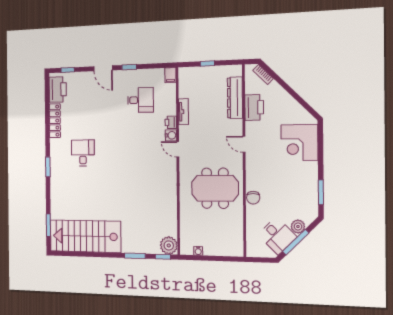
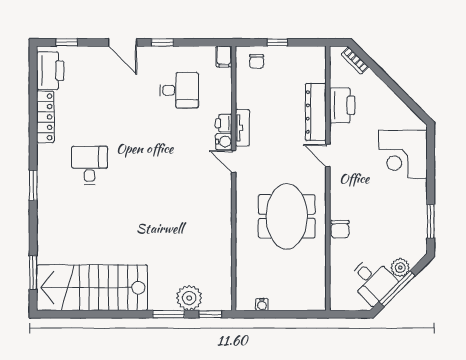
chair: (193, 78) -> (257, 61), added
dresser: (235, 98) -> (316, 112), moved
tv unit: (183, 112) -> (242, 128), moved
meeting table: (215, 188) -> (287, 216), turned 90
plant: (169, 245) -> (189, 298), moved

